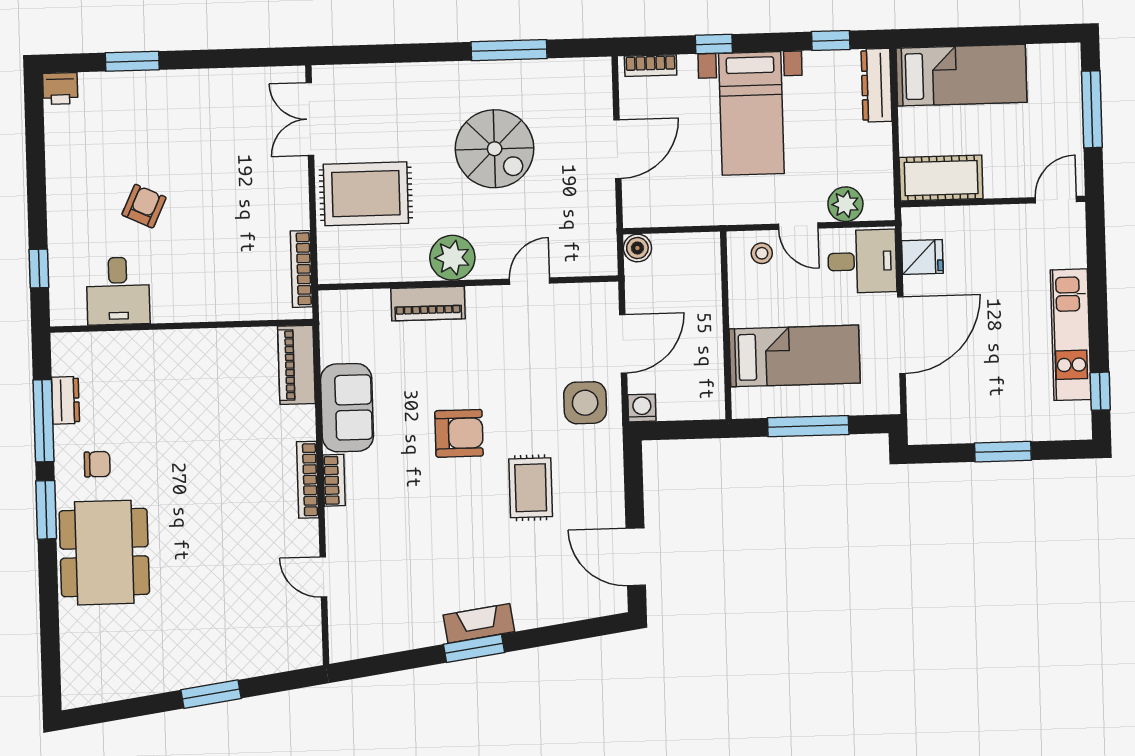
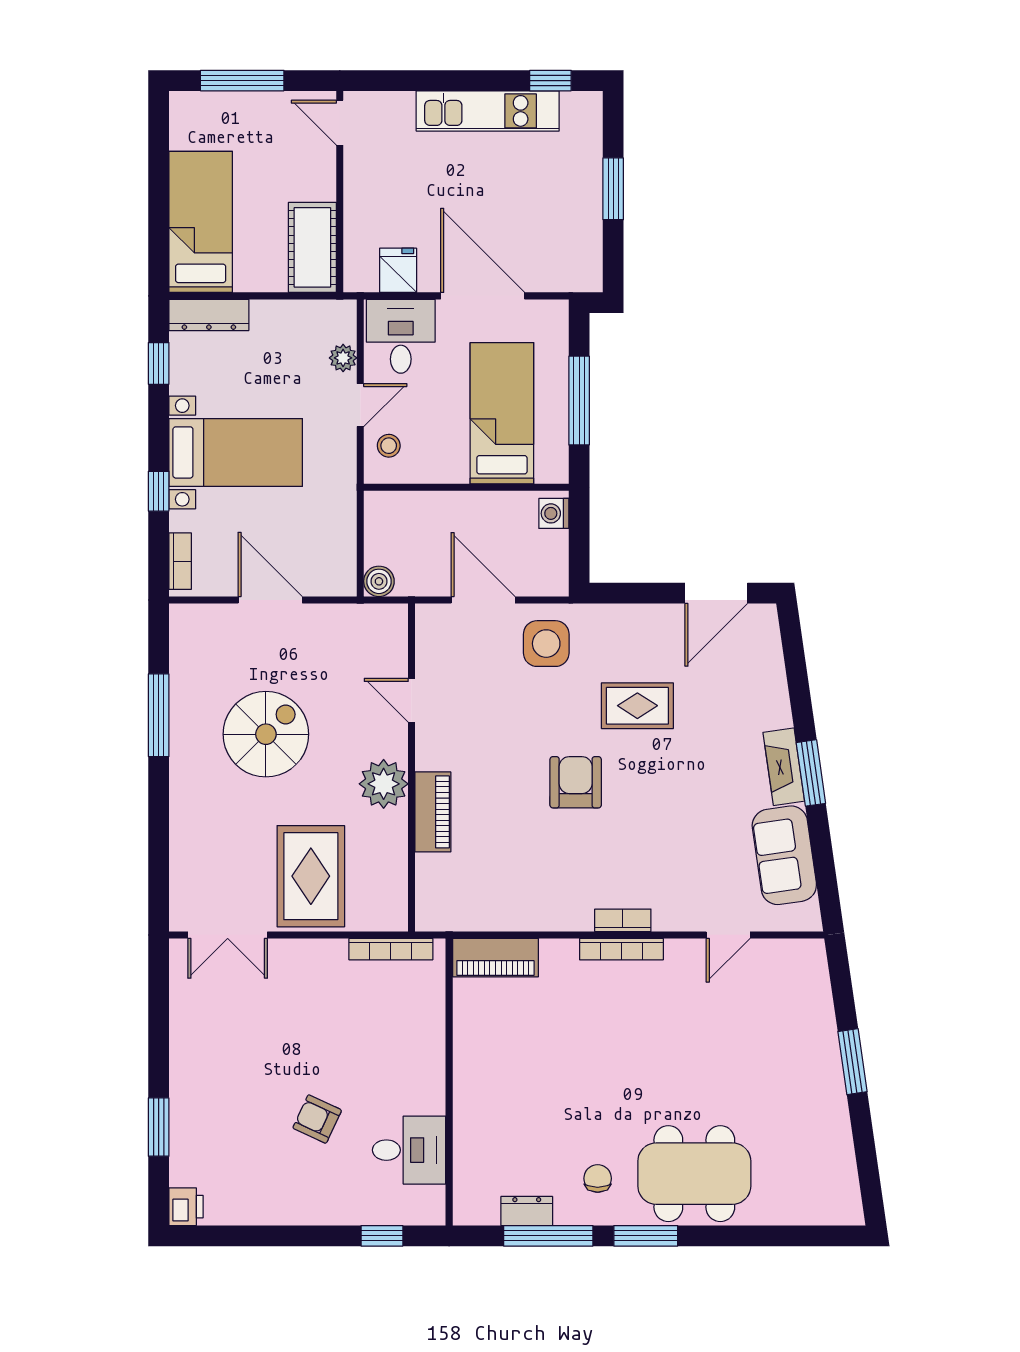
plant: (845, 204) -> (343, 358), width x0.73, depth x0.73
sofa: (347, 408) -> (784, 855), moved, turned -98
washing machine: (642, 408) -> (554, 513), moved

